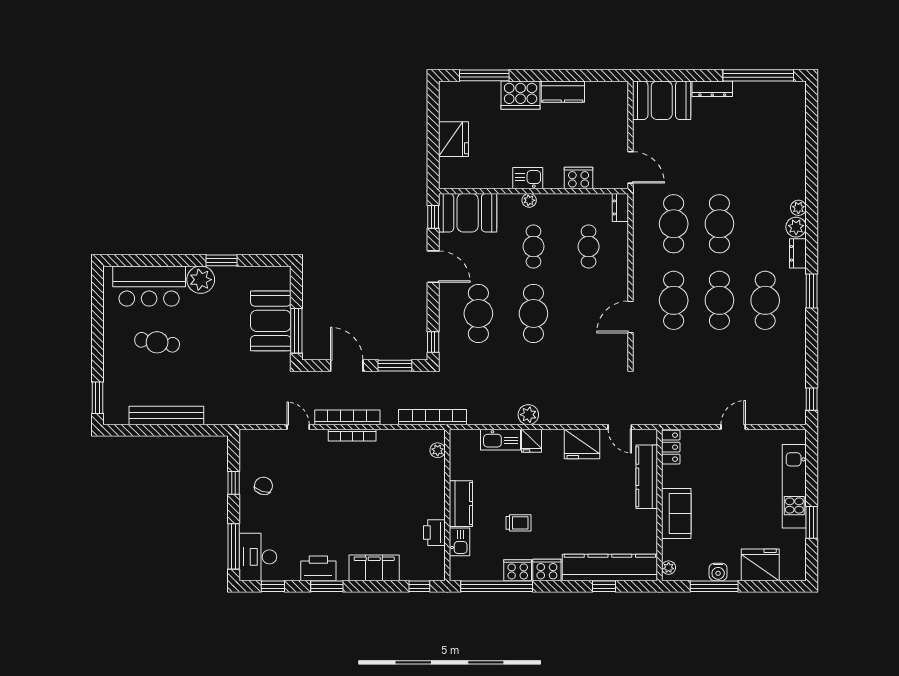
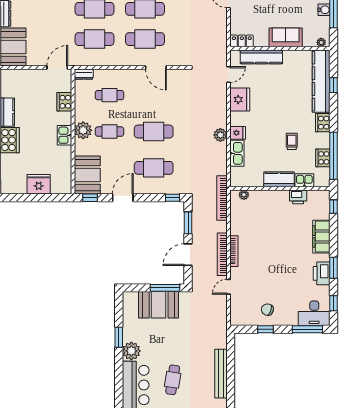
plant: (529, 200) -> (83, 130), width x1.88, depth x1.88
cooker: (518, 570) -> (323, 158), moved

